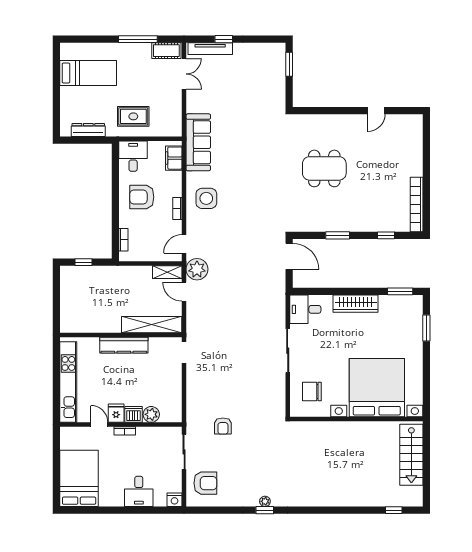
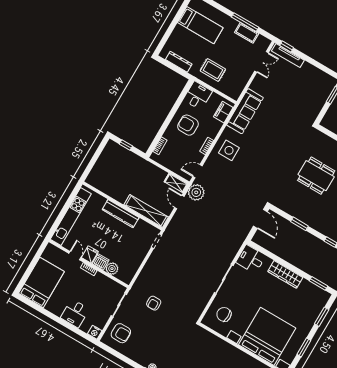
window: (224, 39) -> (287, 47), moved
cot: (166, 51) -> (247, 33), moved
window: (426, 375) -> (304, 347), added

